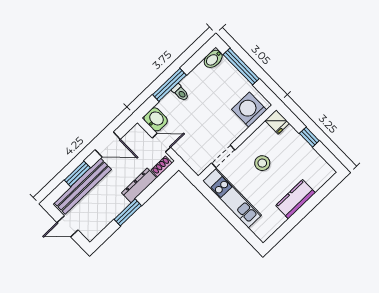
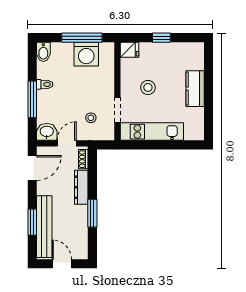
window: (241, 67) -> (82, 38), moved
toilet: (180, 93) -> (45, 84), moved
washing machine: (249, 110) -> (86, 54), moved, turned -90
stool: (198, 142) -> (91, 118), added
door: (108, 144) -> (32, 168), moved
door: (68, 226) -> (62, 264), swing flipped

